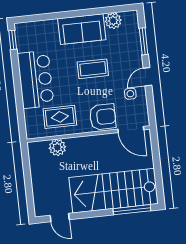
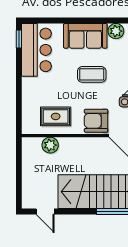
bar counter: (36, 79) -> (37, 50), moved
armchair: (103, 117) -> (96, 121), turned 180

